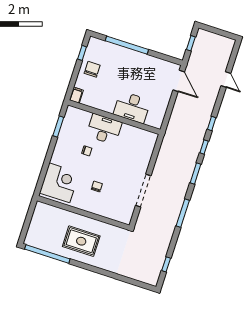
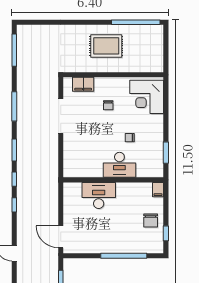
filing cabinet: (114, 213) -> (83, 84), added
window: (166, 264) -> (14, 50), width x2.17

